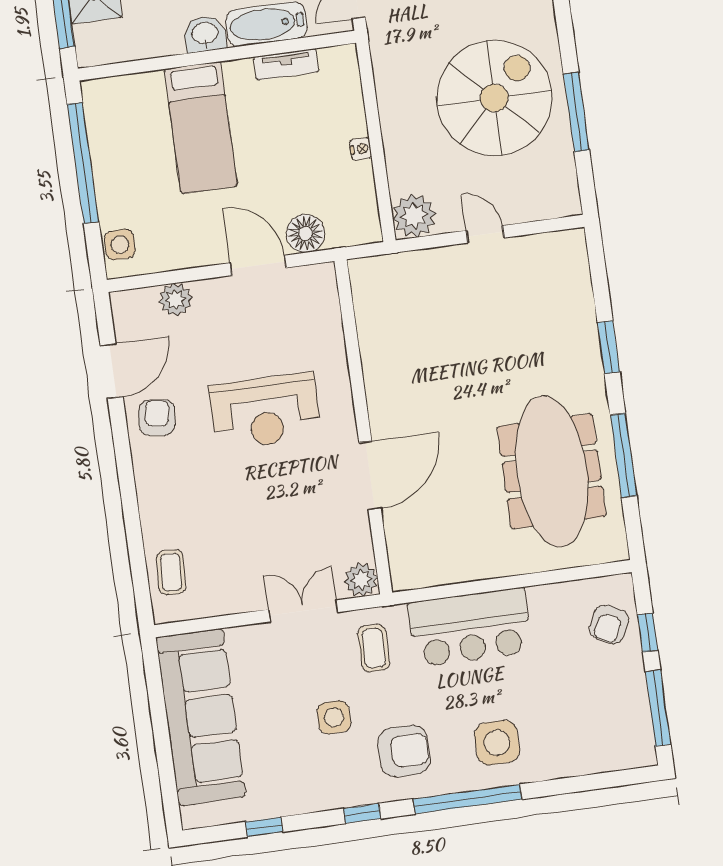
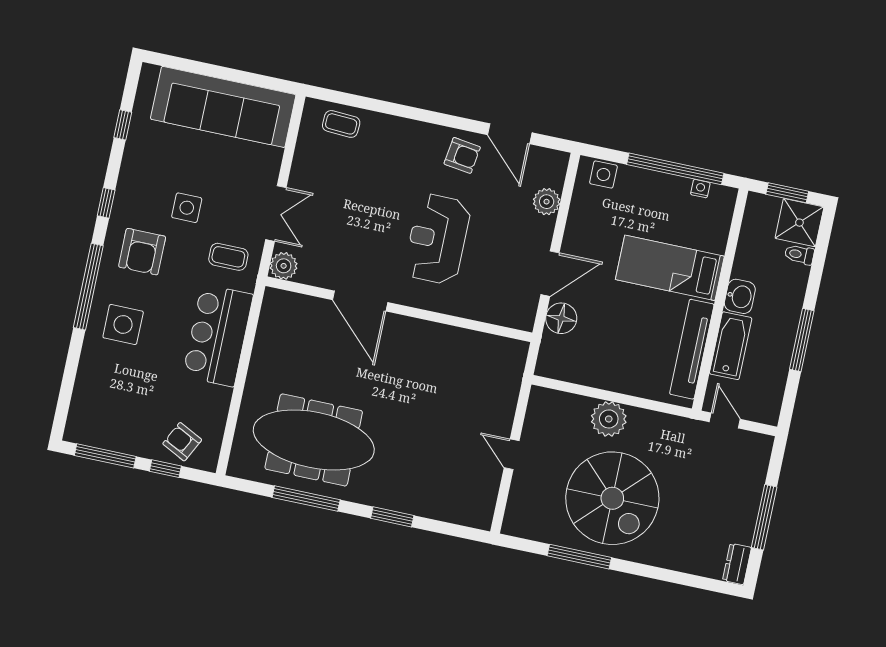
tv unit: (286, 64) -> (692, 349), width x1.92, depth x1.29
nightstand: (361, 149) -> (700, 189), moved, turned 180
plant: (414, 216) -> (609, 419), moved
door: (485, 234) -> (512, 454), swing flipped

